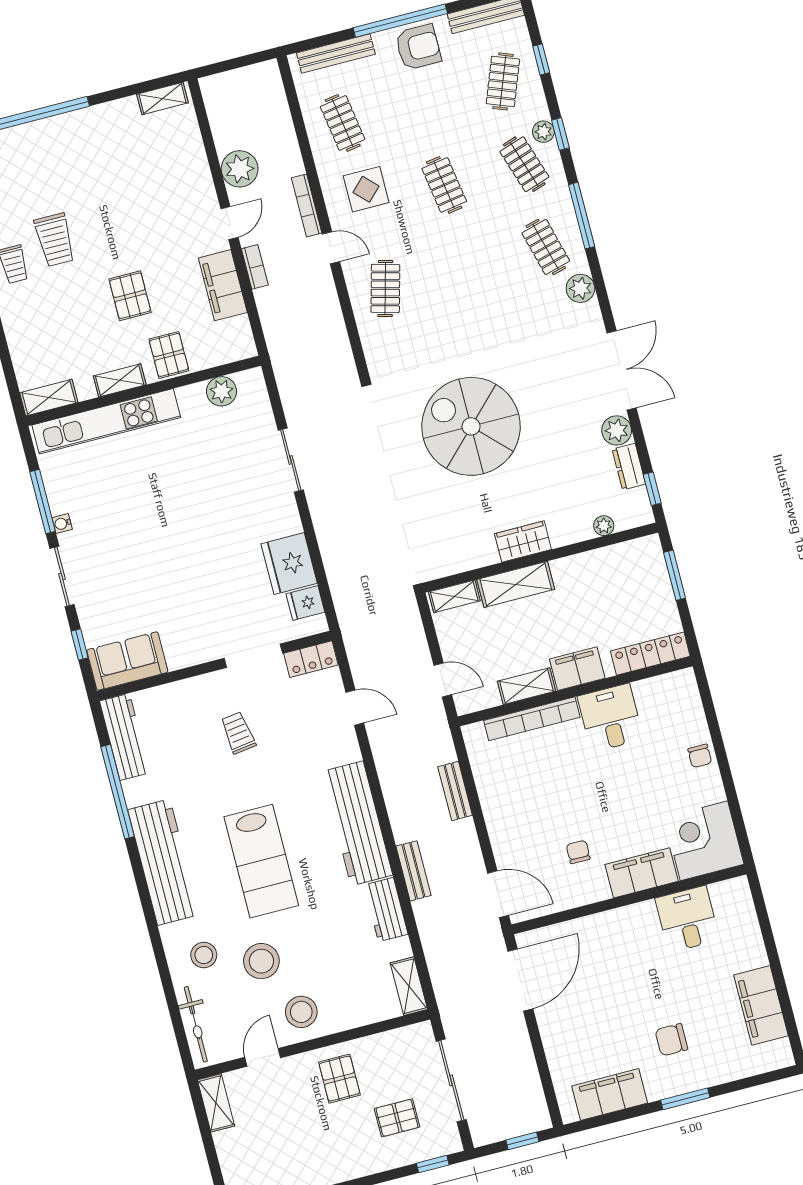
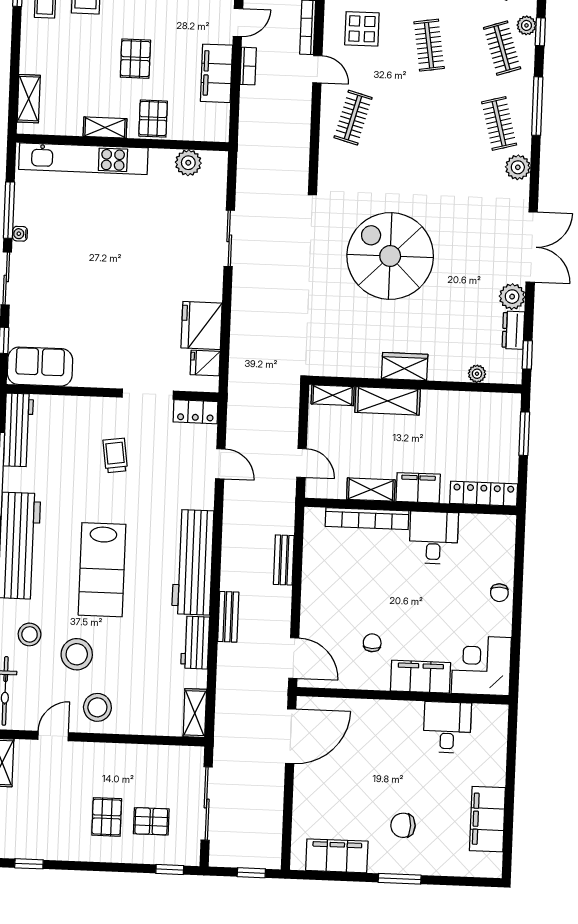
shelving: (49, 398) -> (29, 99), moved, turned 90
pallet: (339, 1079) -> (107, 817), moved

